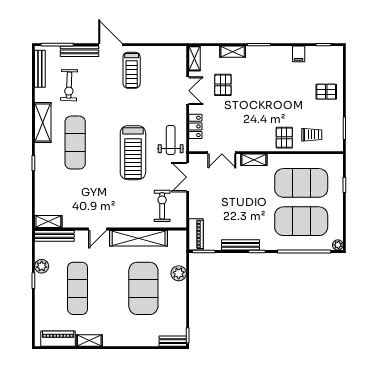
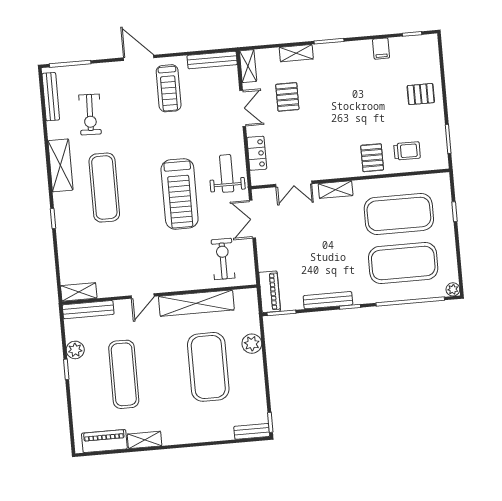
bench: (79, 51) -> (212, 60), moved

